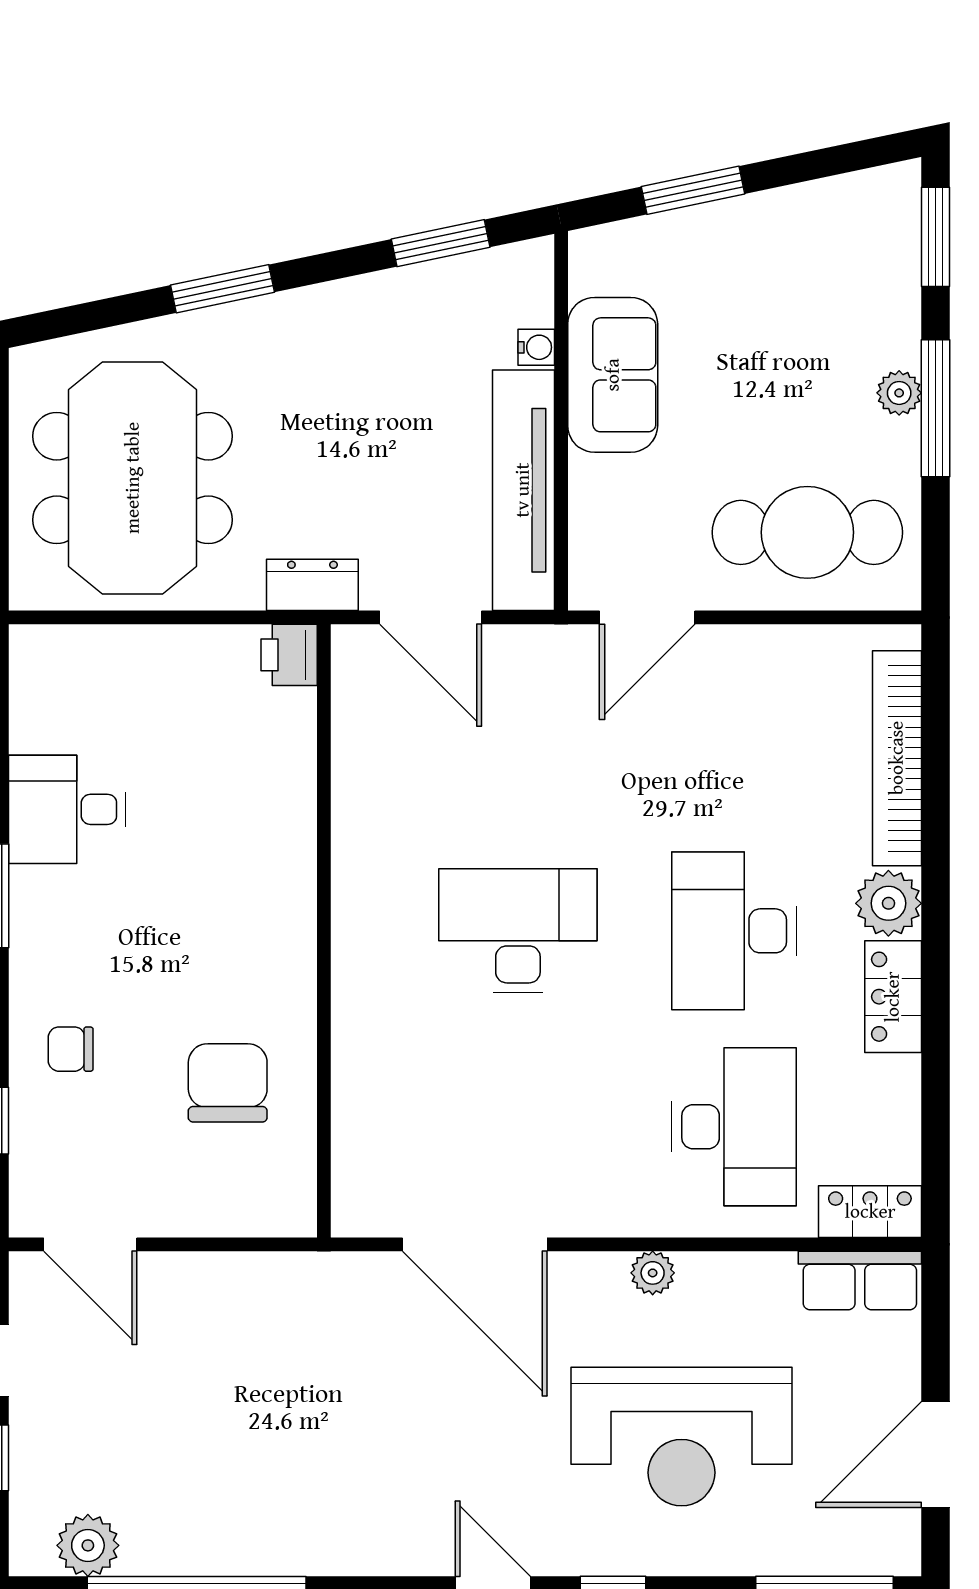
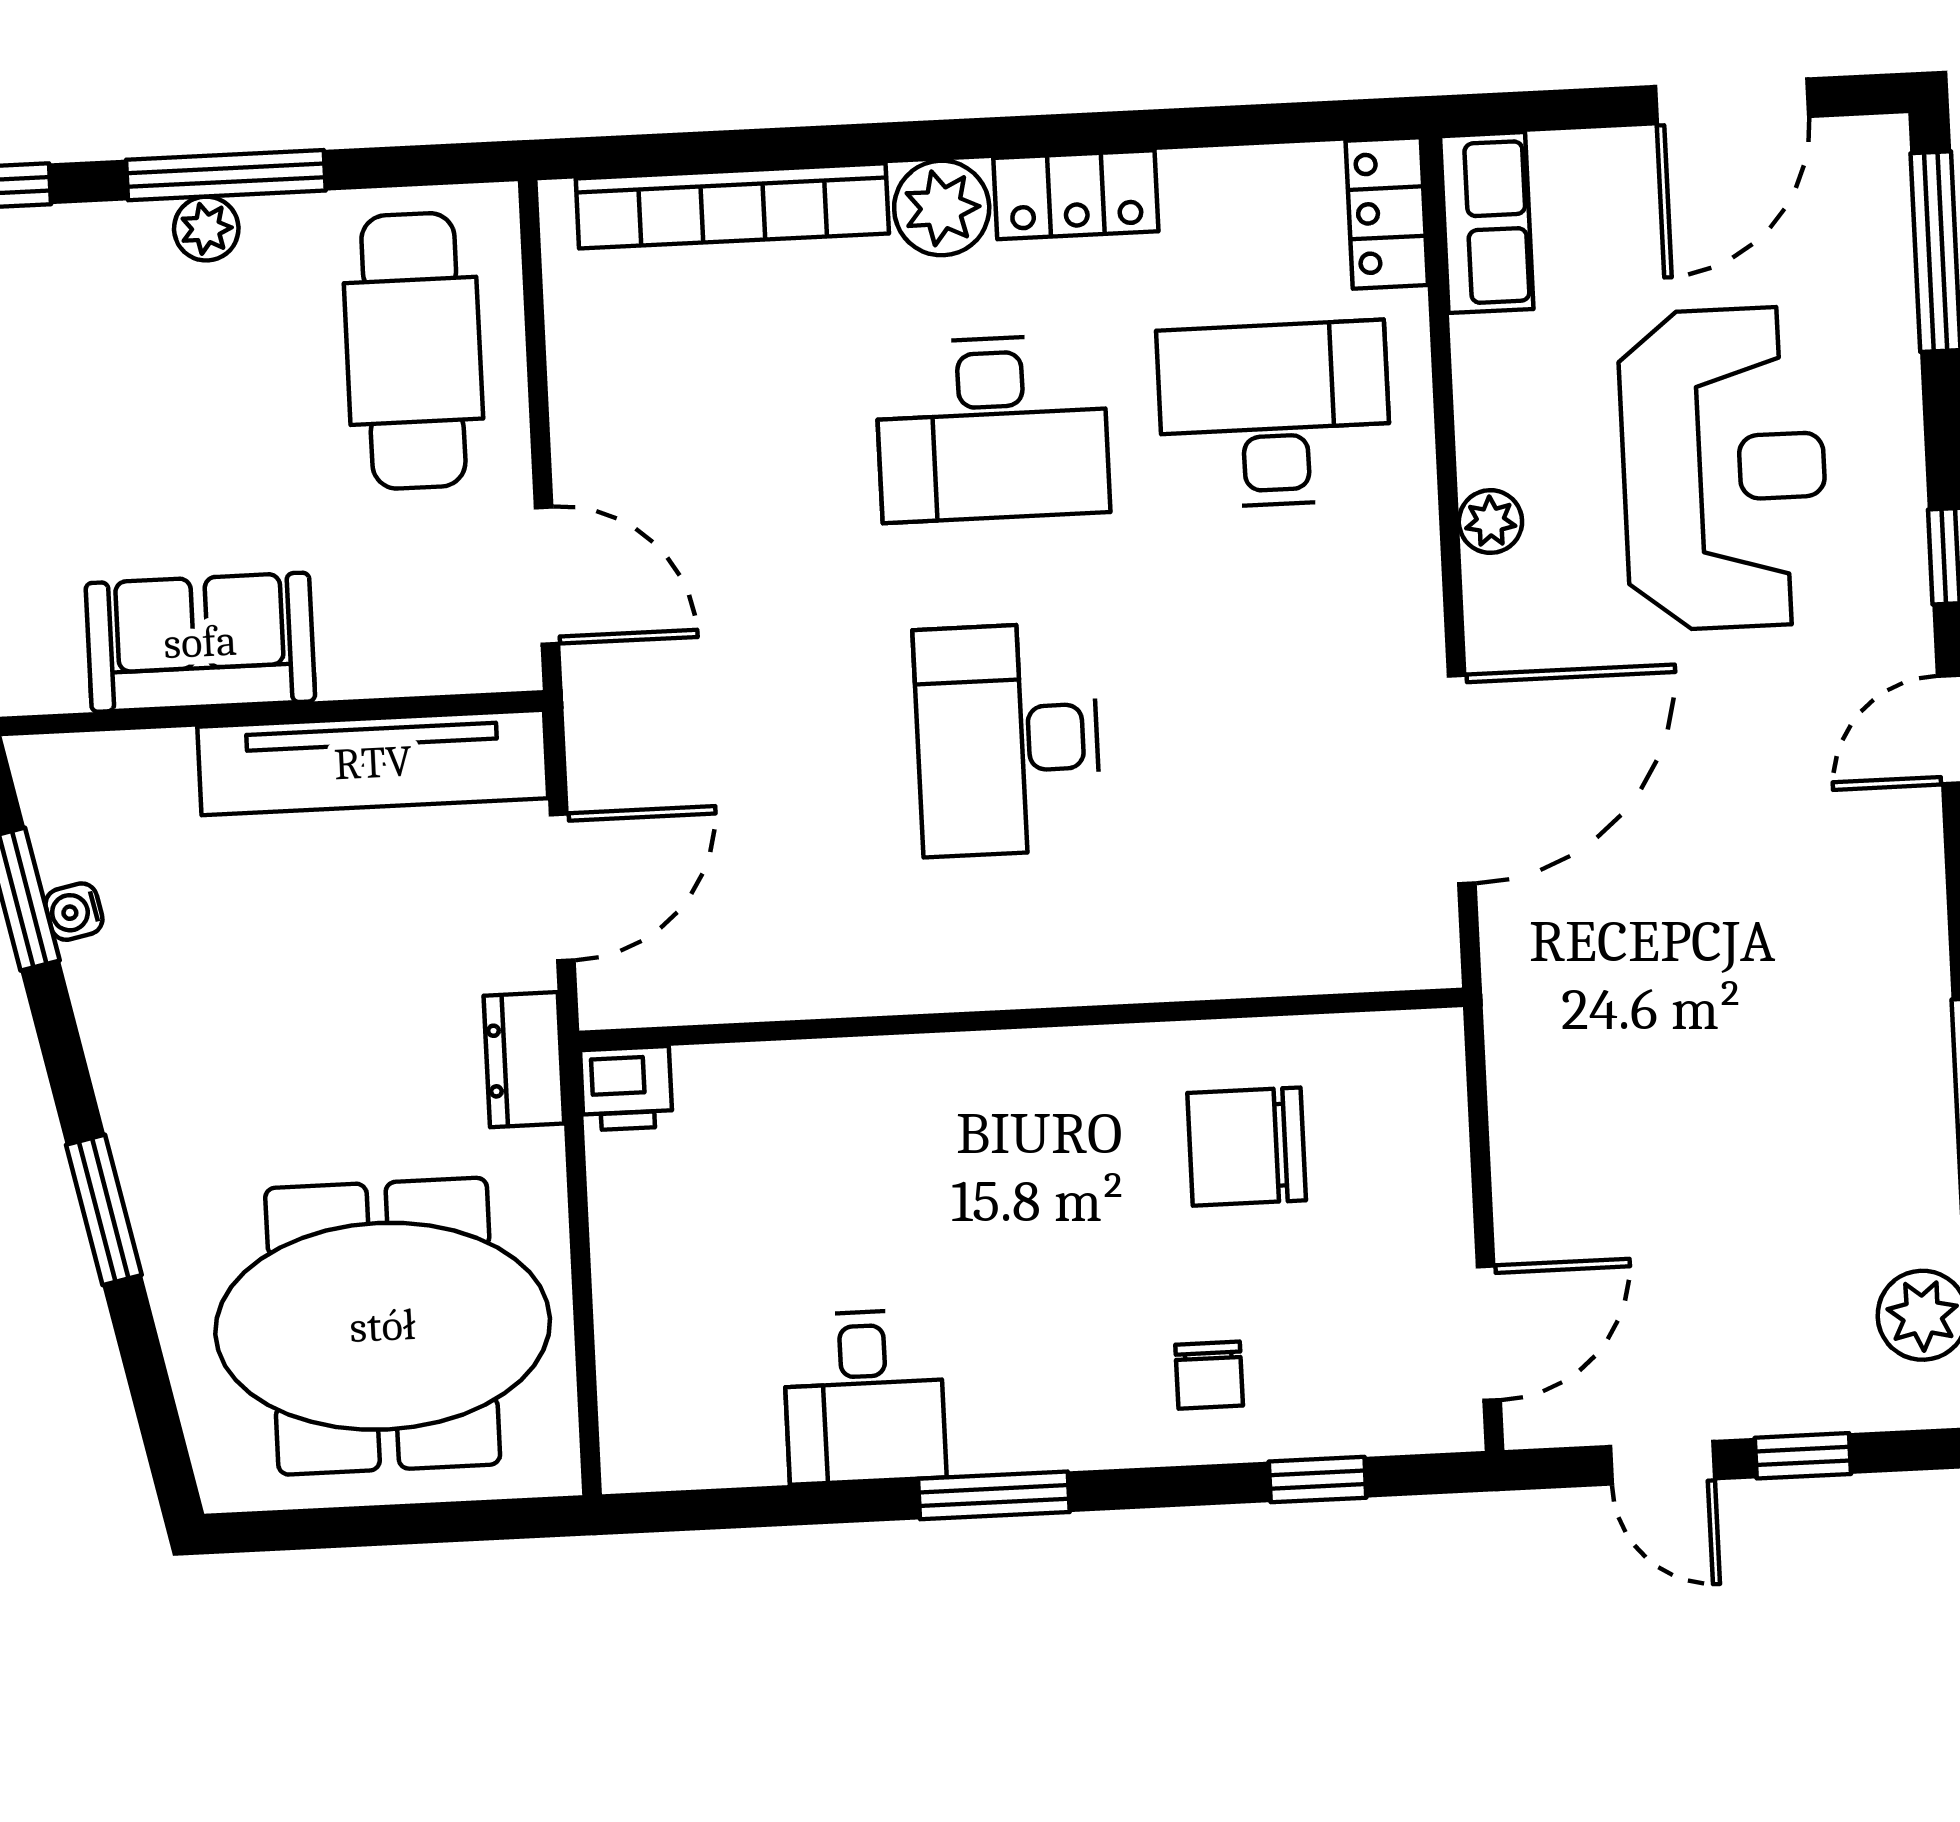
water cooler: (536, 347) -> (74, 912), moved, turned -102
door: (936, 1455) -> (1732, 101), hinge flipped

